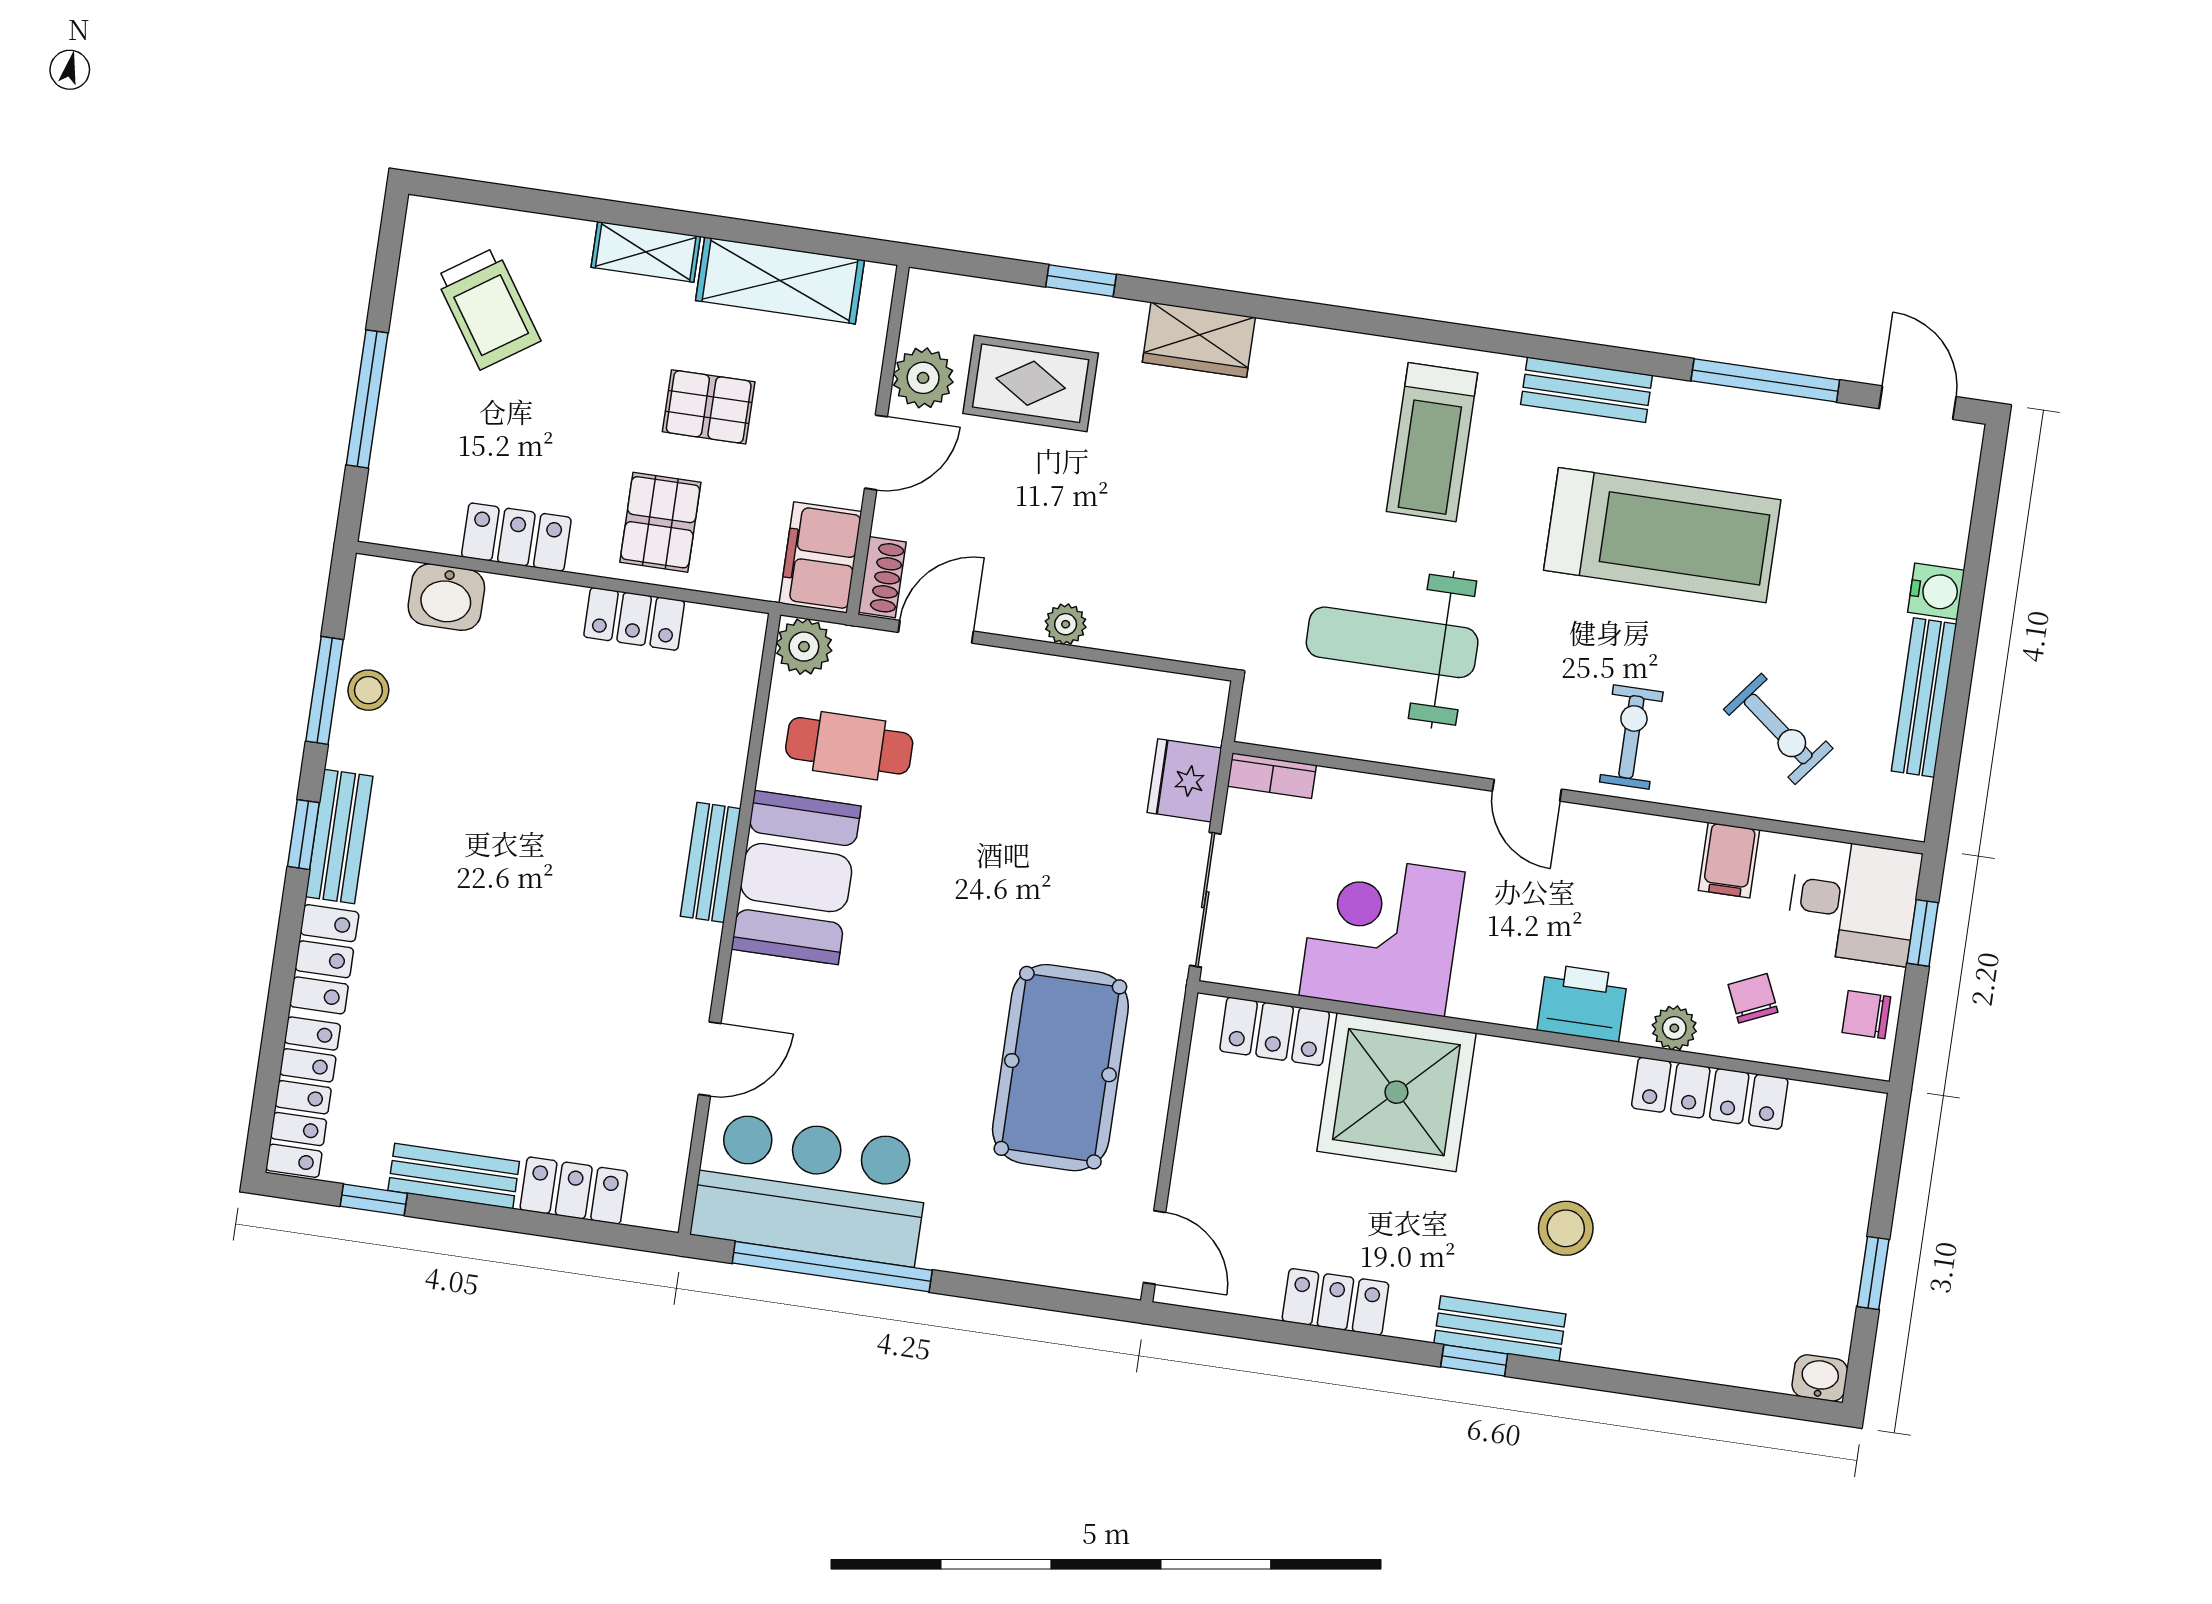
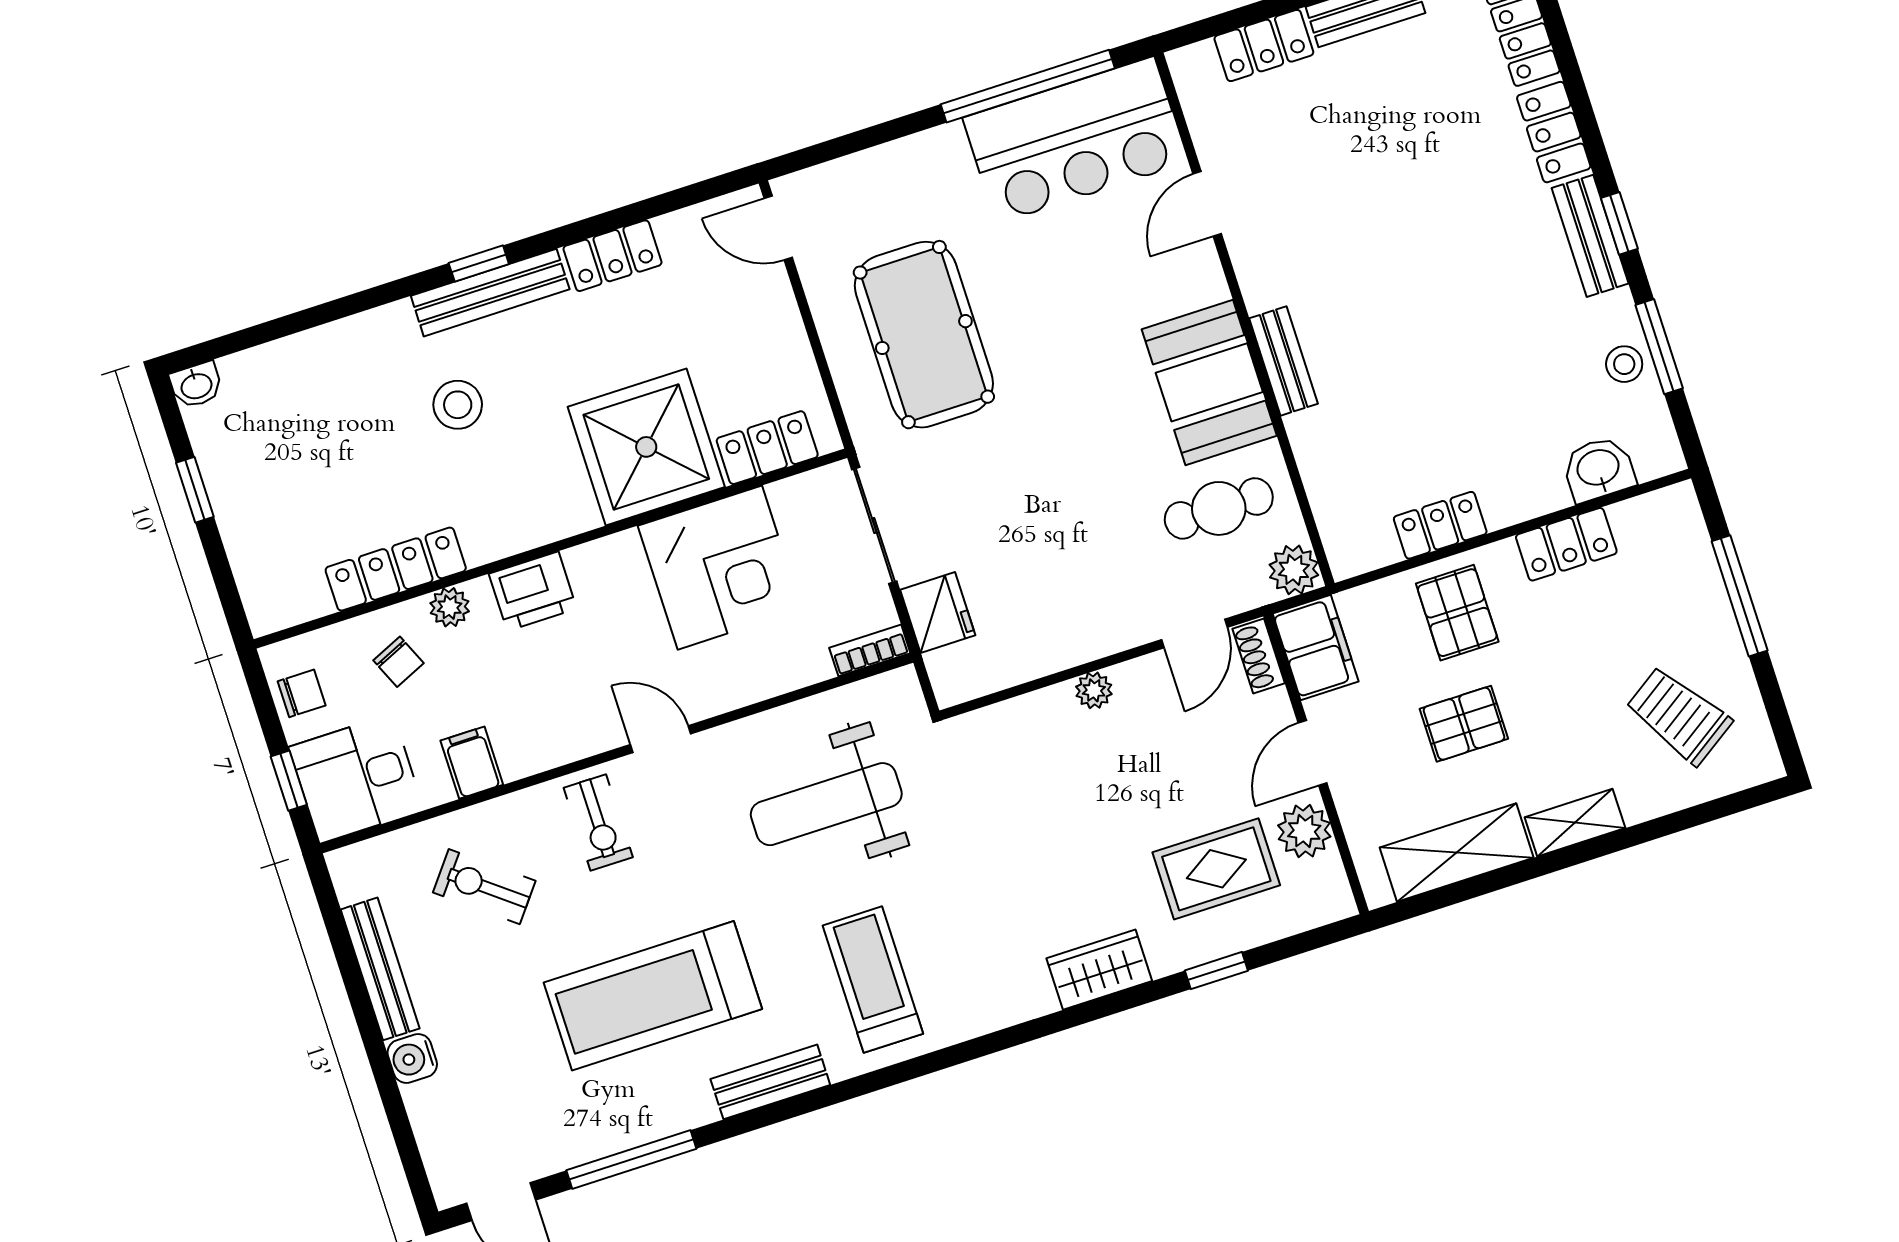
weight bench: (1392, 642) -> (826, 804), turned 180
bench: (1500, 1329) -> (490, 293), width x1.36

